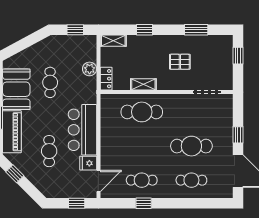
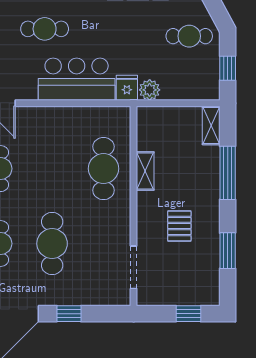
window: (145, 30) -> (228, 173), width x2.17
plant: (90, 69) -> (150, 90), moved
locker: (106, 79) -> (154, 115), removed
cafe table: (50, 82) -> (189, 36), moved
fridge: (88, 163) -> (127, 88), moved

